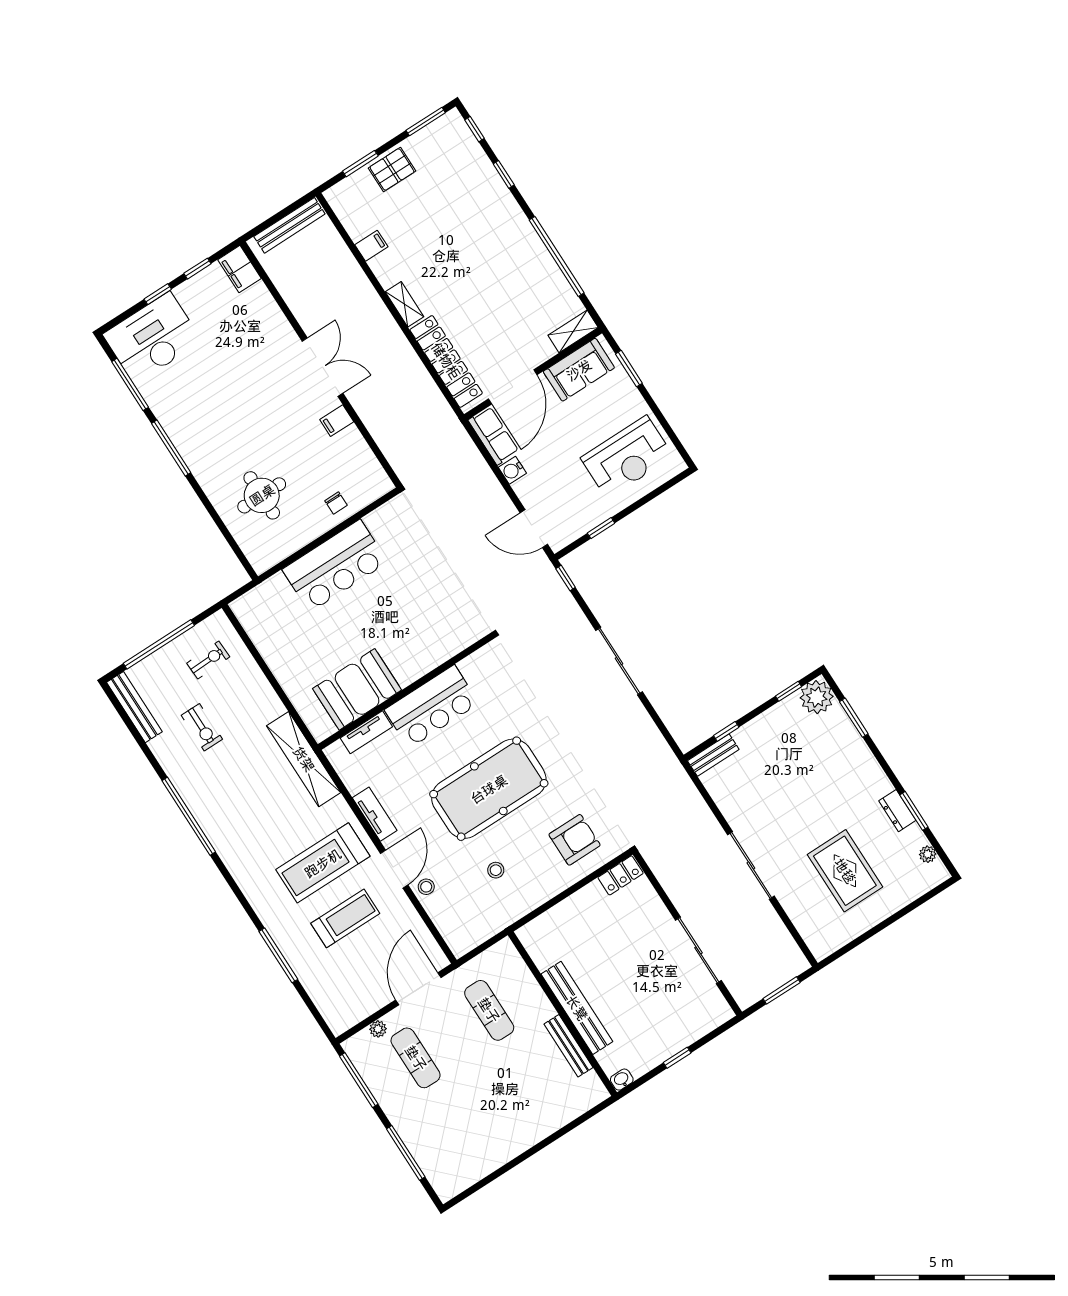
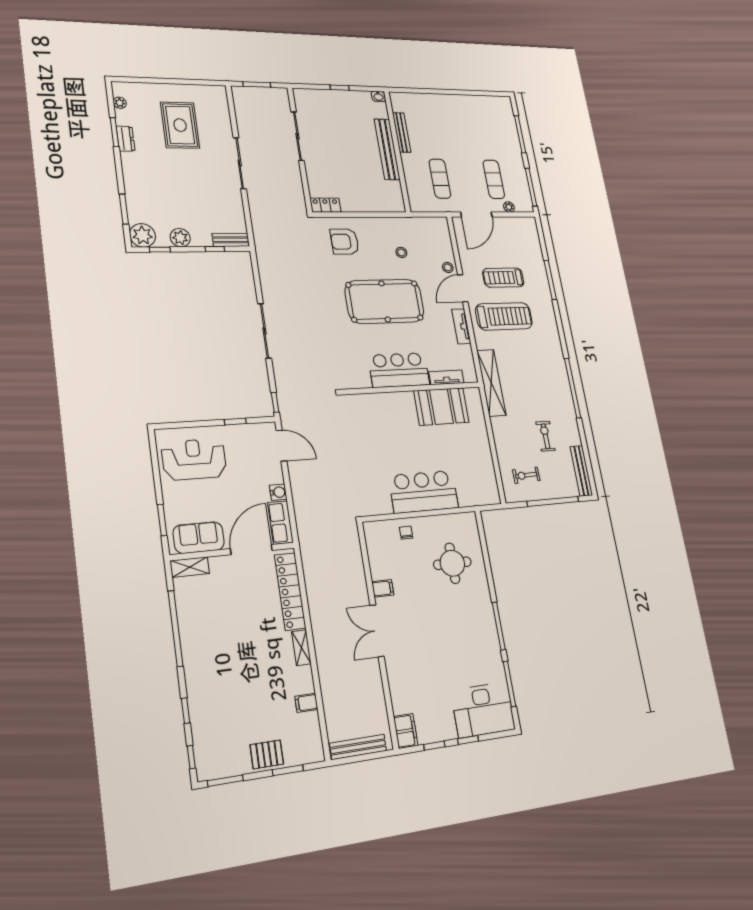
plant: (773, 721) -> (180, 238), added

